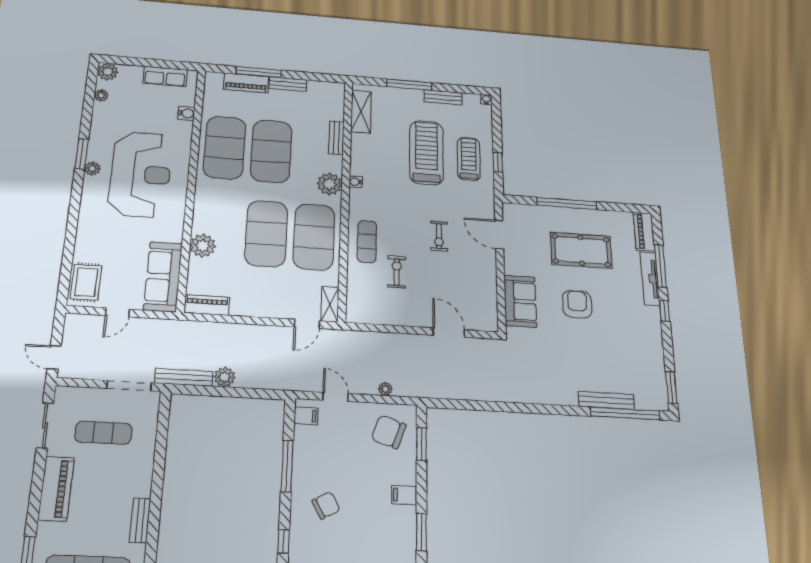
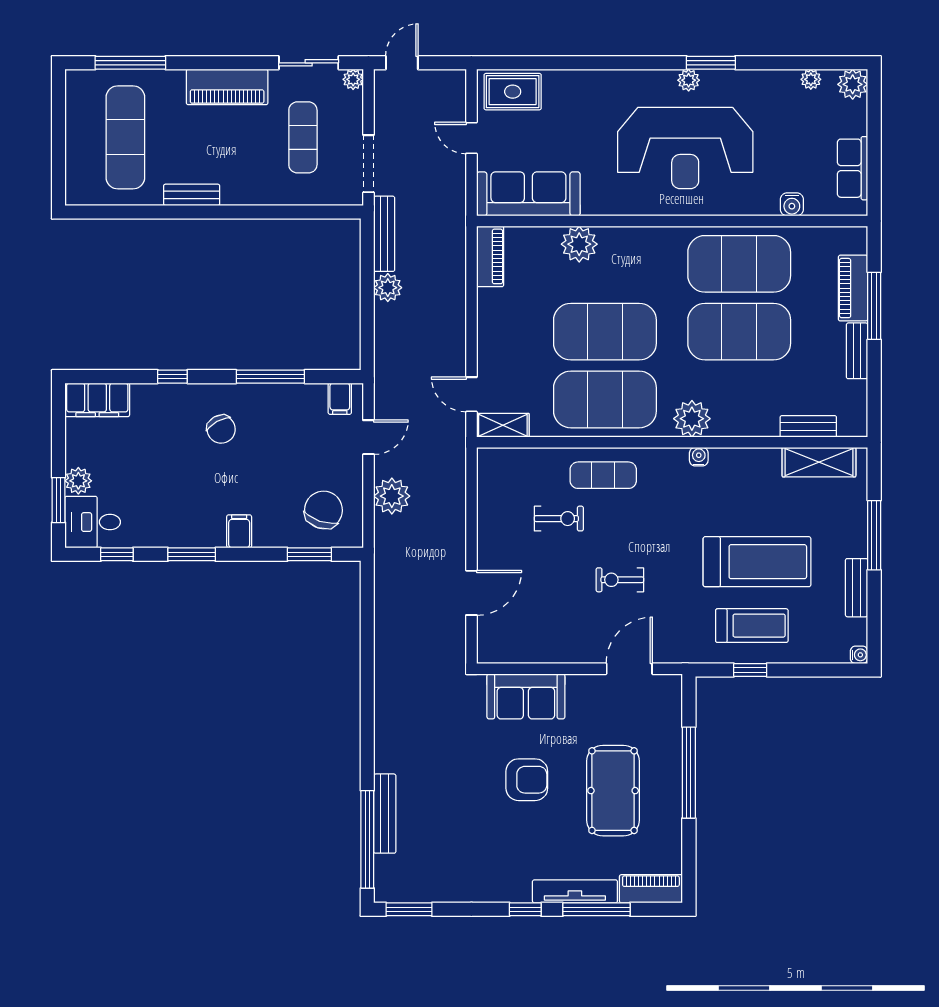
bench: (336, 138) -> (808, 426), moved
plant: (385, 389) -> (392, 496), width x1.87, depth x1.87
plant: (62, 393) -> (353, 79), added

